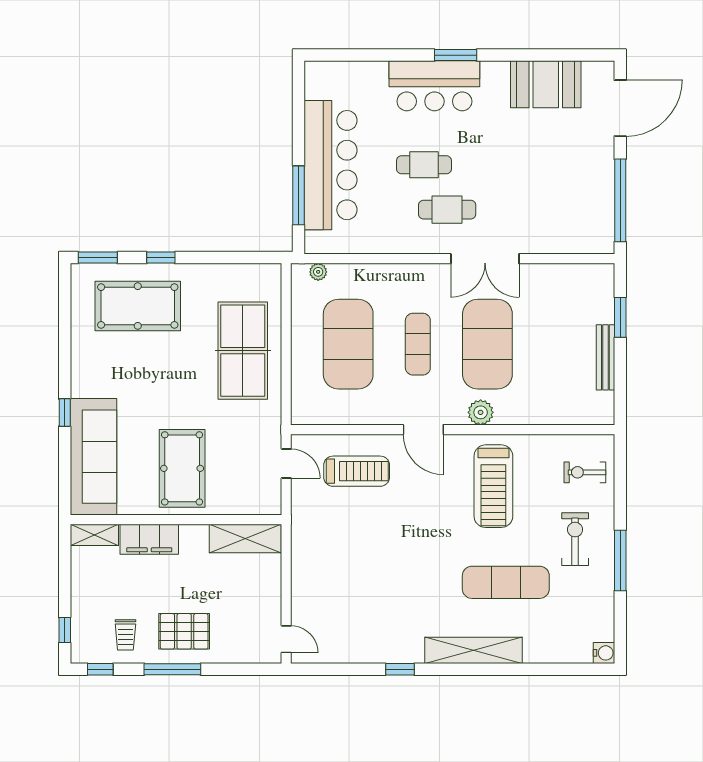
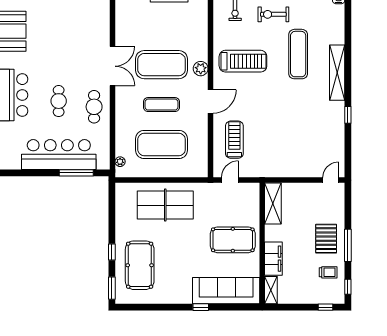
cafe table: (447, 210) -> (94, 107), moved

